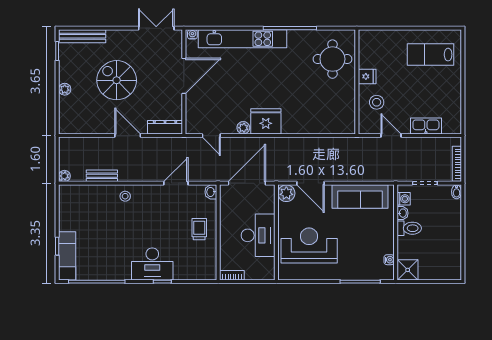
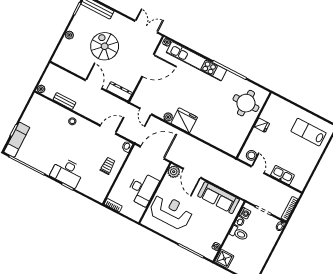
stool: (377, 102) -> (251, 155), moved

